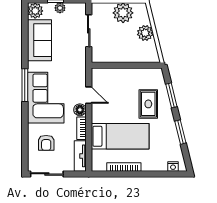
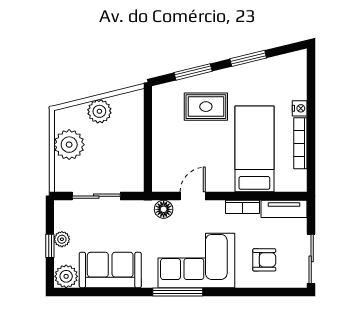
floor lamp: (80, 110) -> (164, 209), moved
nightstand: (173, 166) -> (300, 108), moved

